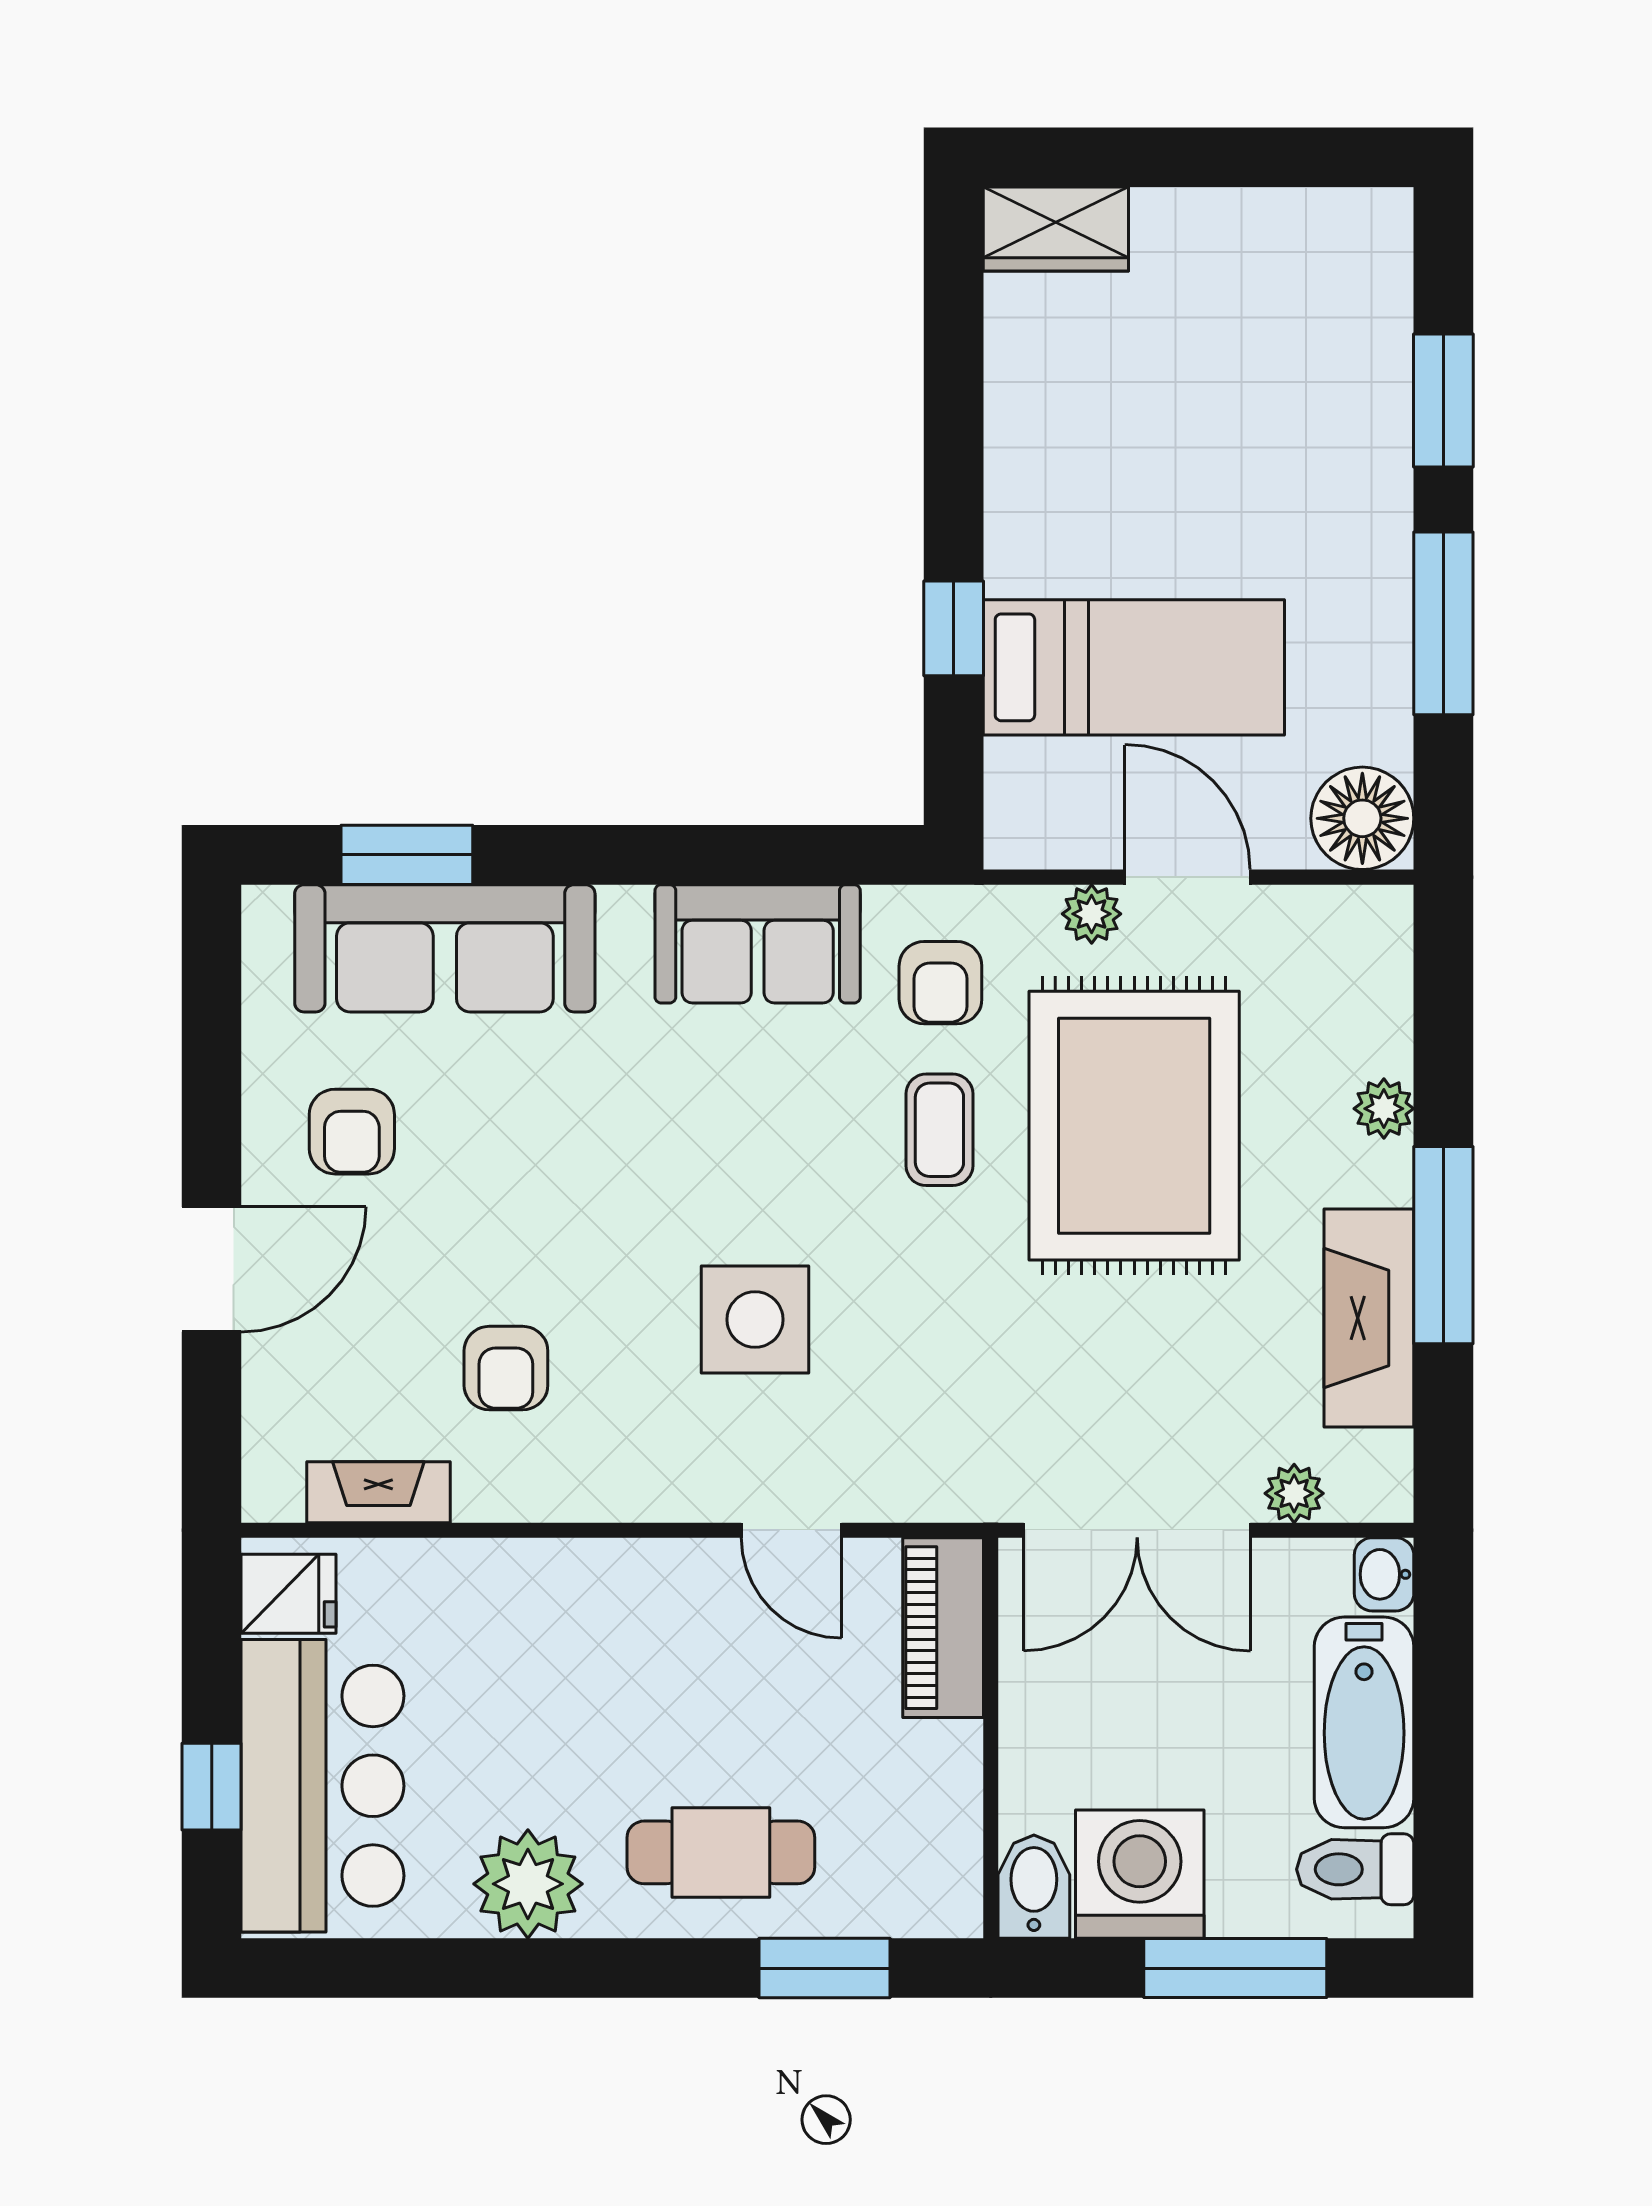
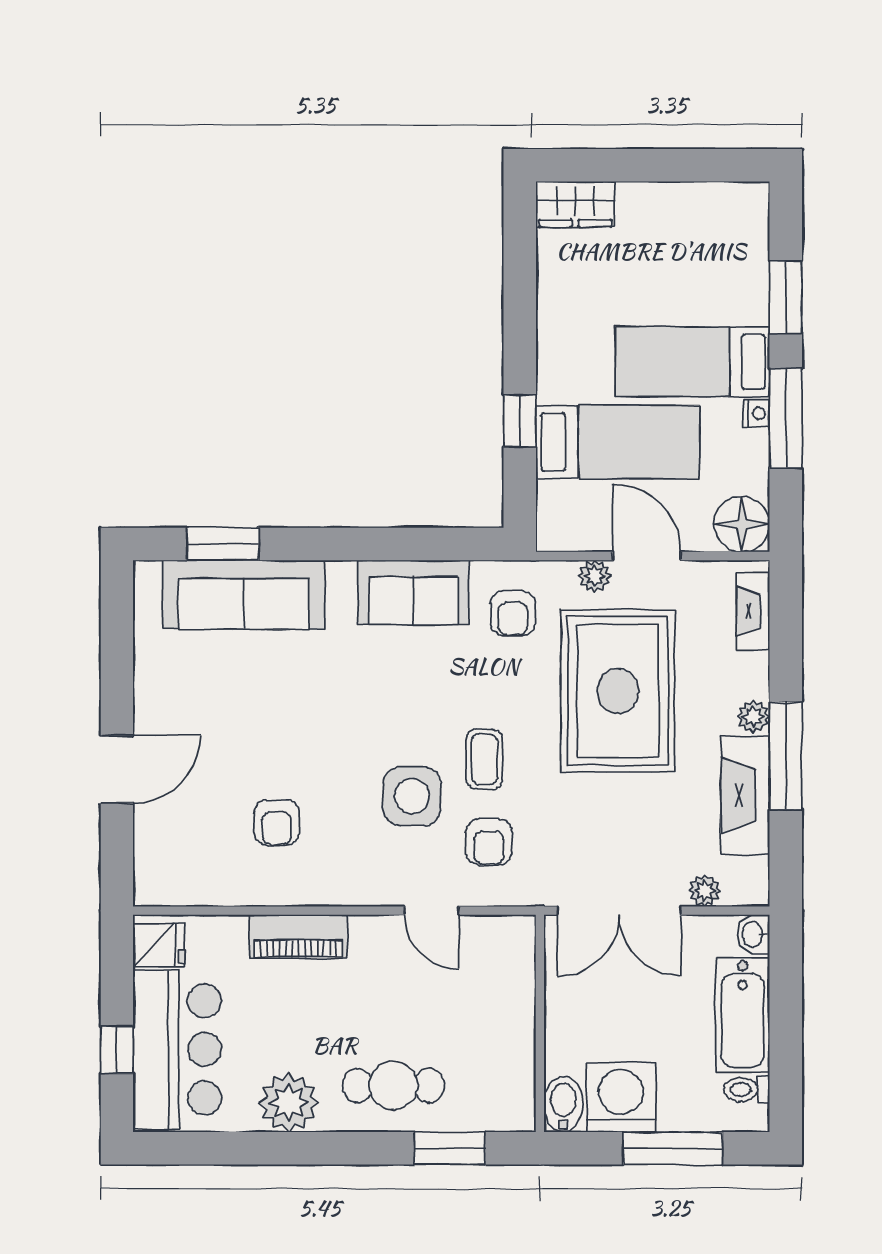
bed: (1272, 520) -> (693, 362), added
nightstand: (1390, 614) -> (757, 413), added
plant: (1384, 1109) -> (753, 717), moved
coffee table: (939, 1130) -> (484, 759), moved
armchair: (352, 1132) -> (489, 842), moved
fireplace: (378, 1492) -> (753, 611), moved, turned -90
piano: (943, 1628) -> (298, 936), moved, turned -90
toilet: (1355, 1869) -> (747, 1089), width x0.73, depth x0.72

